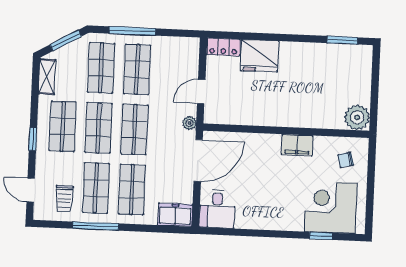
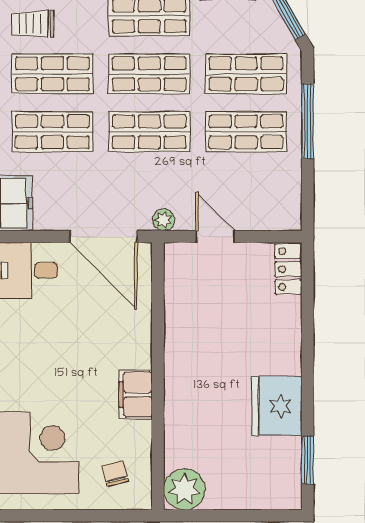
fridge: (260, 56) -> (277, 406), moved

